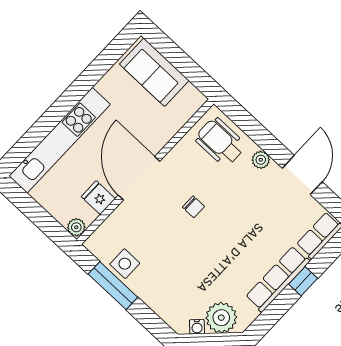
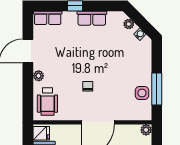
fridge: (98, 198) -> (41, 133), moved, turned -90
row of seats: (278, 279) -> (92, 18), width x0.68
plant: (221, 318) -> (129, 24), width x0.53, depth x0.53

